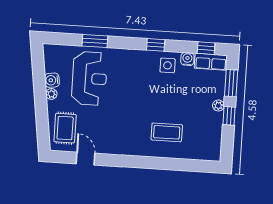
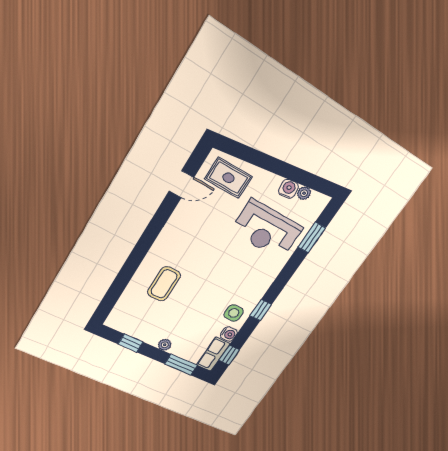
window: (95, 41) -> (312, 237), moved
plant: (51, 94) -> (304, 193), moved
window: (229, 116) -> (130, 343), moved

